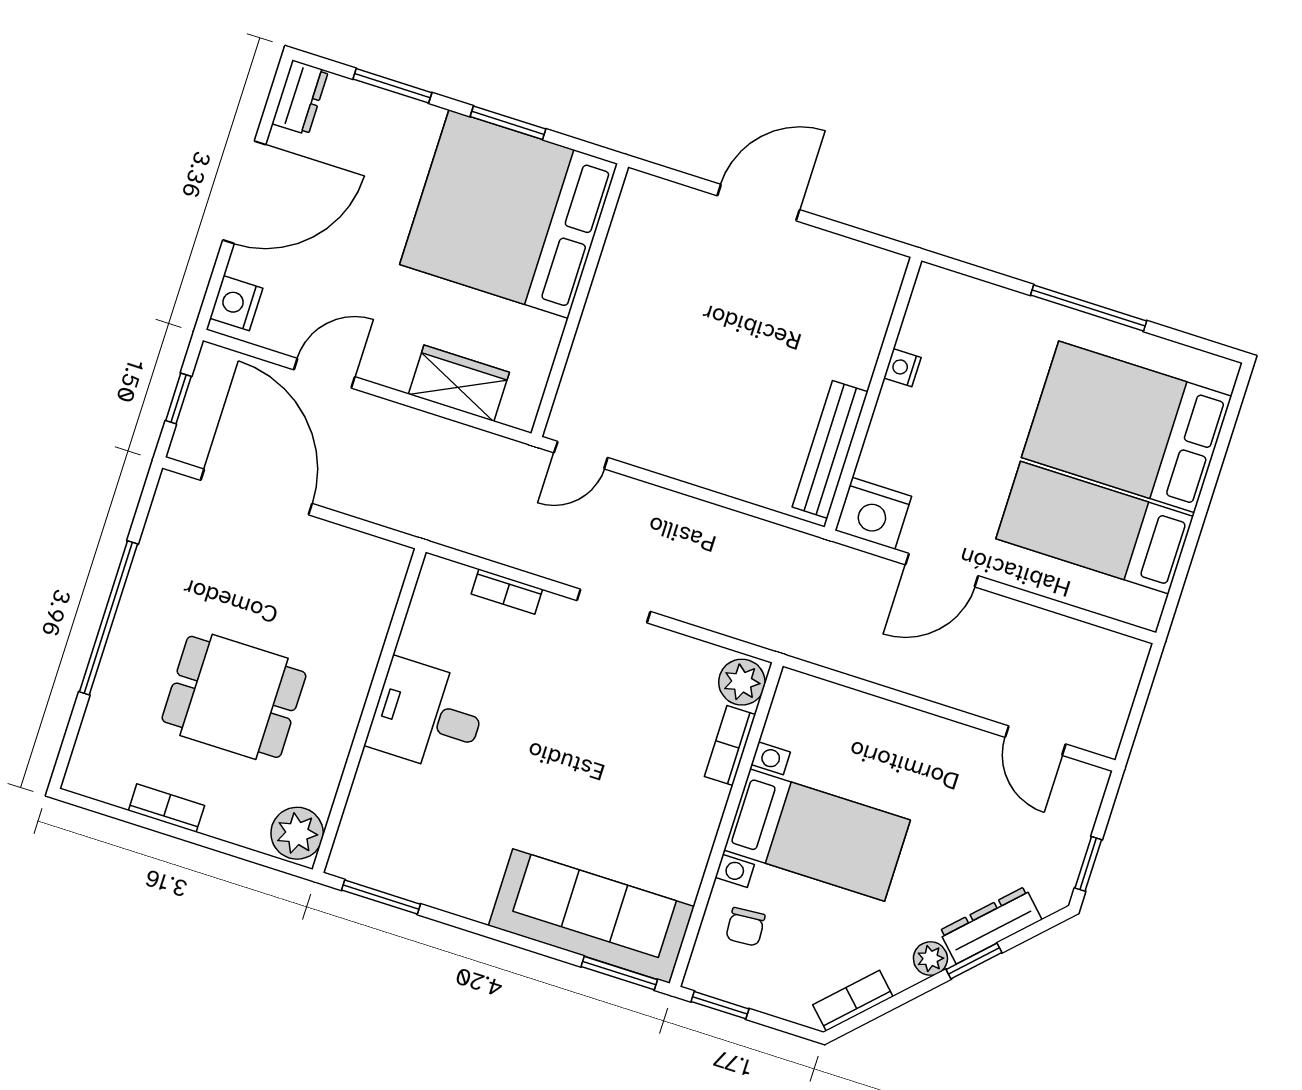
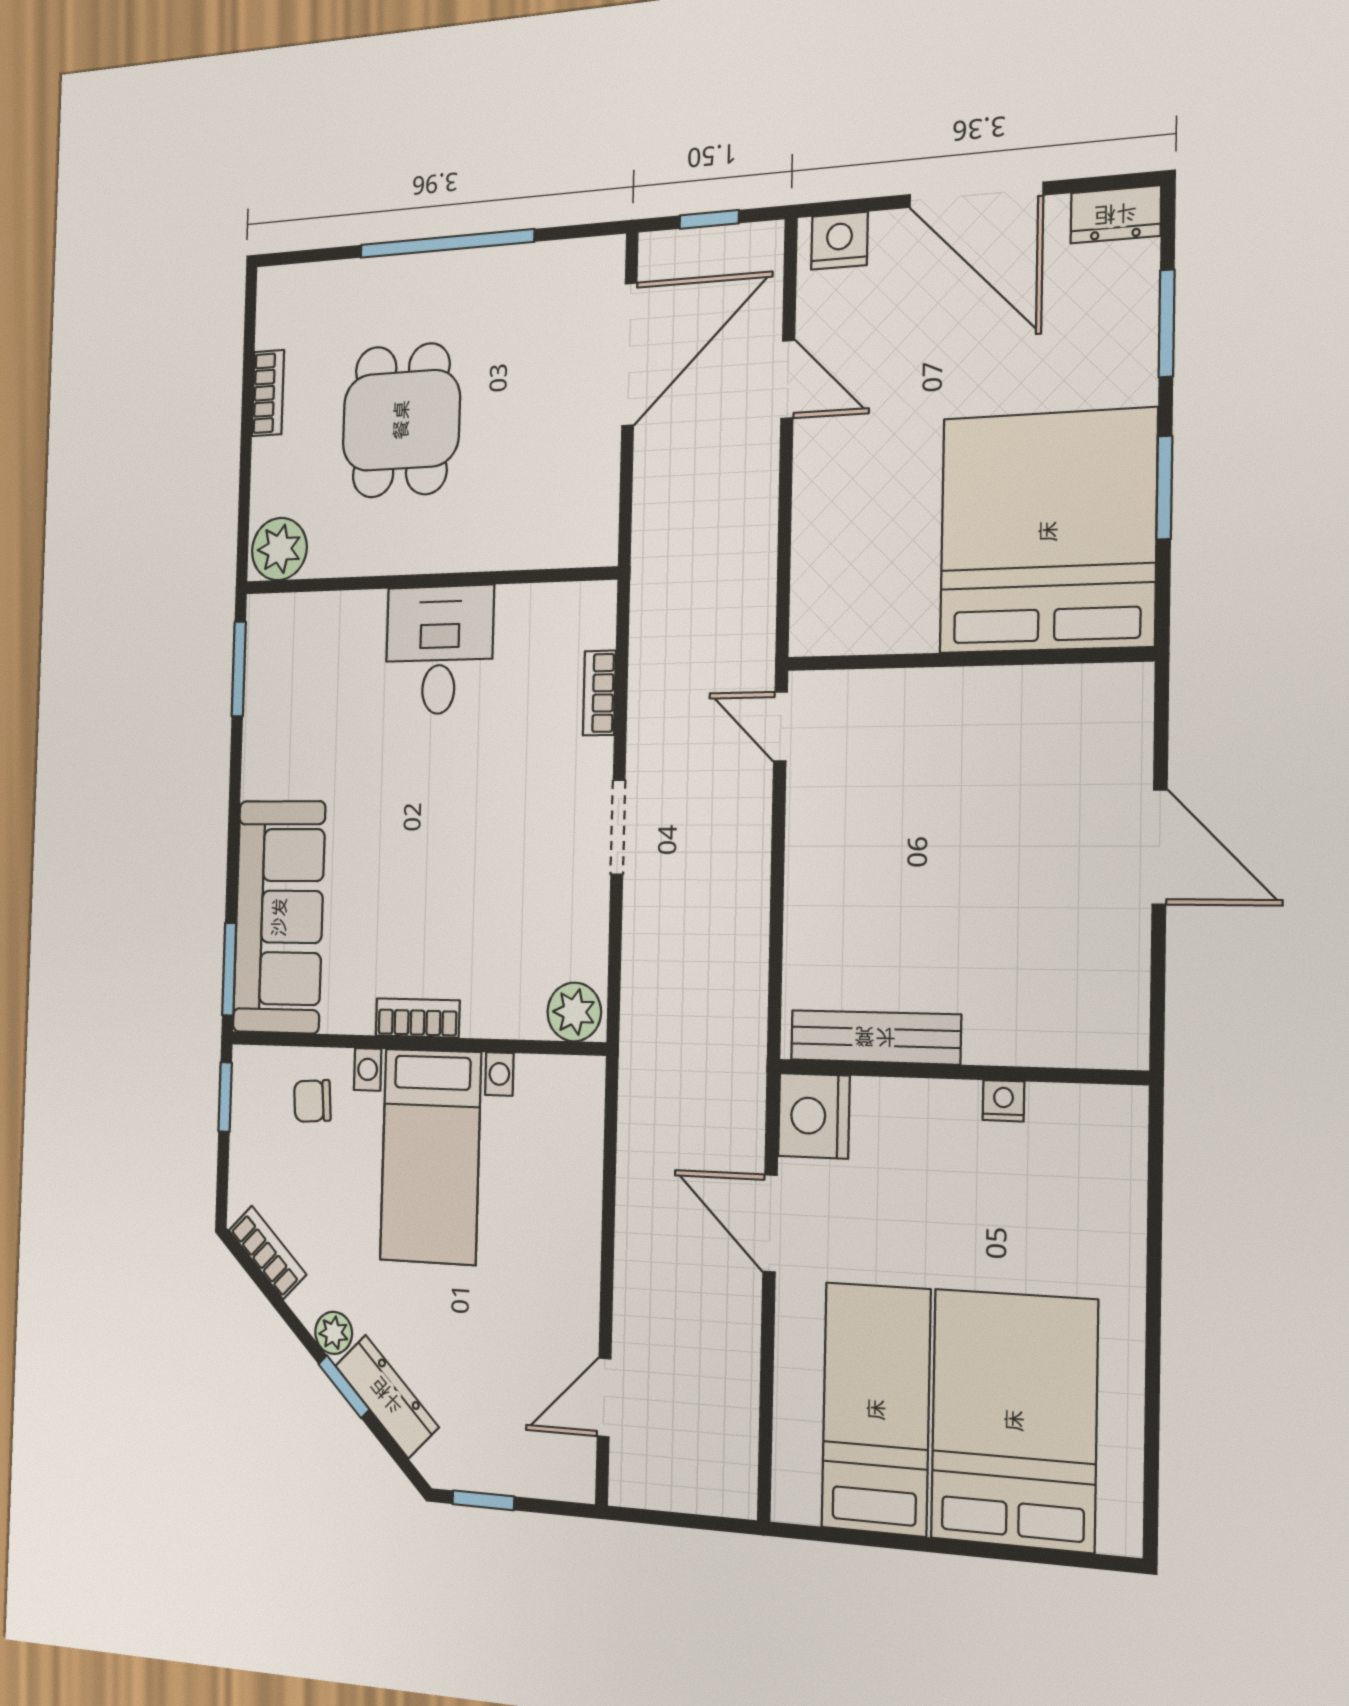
window: (1089, 308) -> (1153, 1329), removed
wardrobe: (459, 383) -> (823, 546), removed
bookcase: (730, 746) -> (418, 1018), moved

